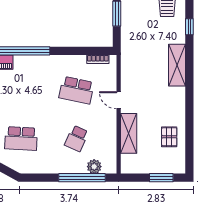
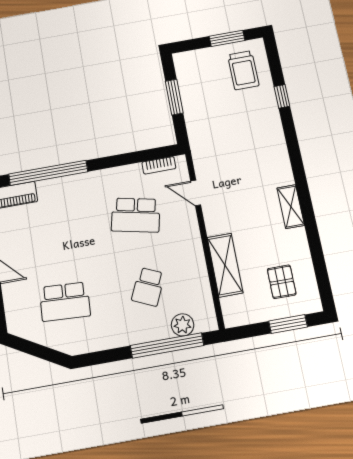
shelving: (177, 65) -> (291, 207), moved, width x0.67, depth x0.75
door: (119, 100) -> (196, 193), moved
pallet: (169, 137) -> (282, 282), moved

